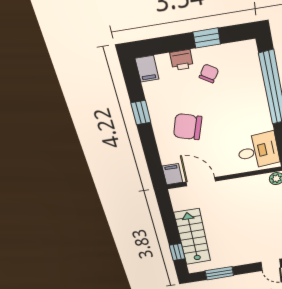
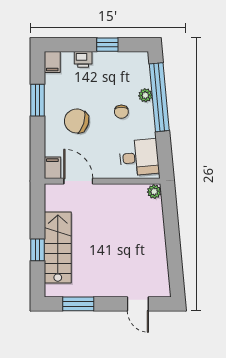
chair: (209, 73) -> (121, 112), moved, turned 148
plant: (258, 88) -> (145, 95), added
window: (141, 113) -> (38, 100), width x1.50
window: (177, 252) -> (38, 250), moved

